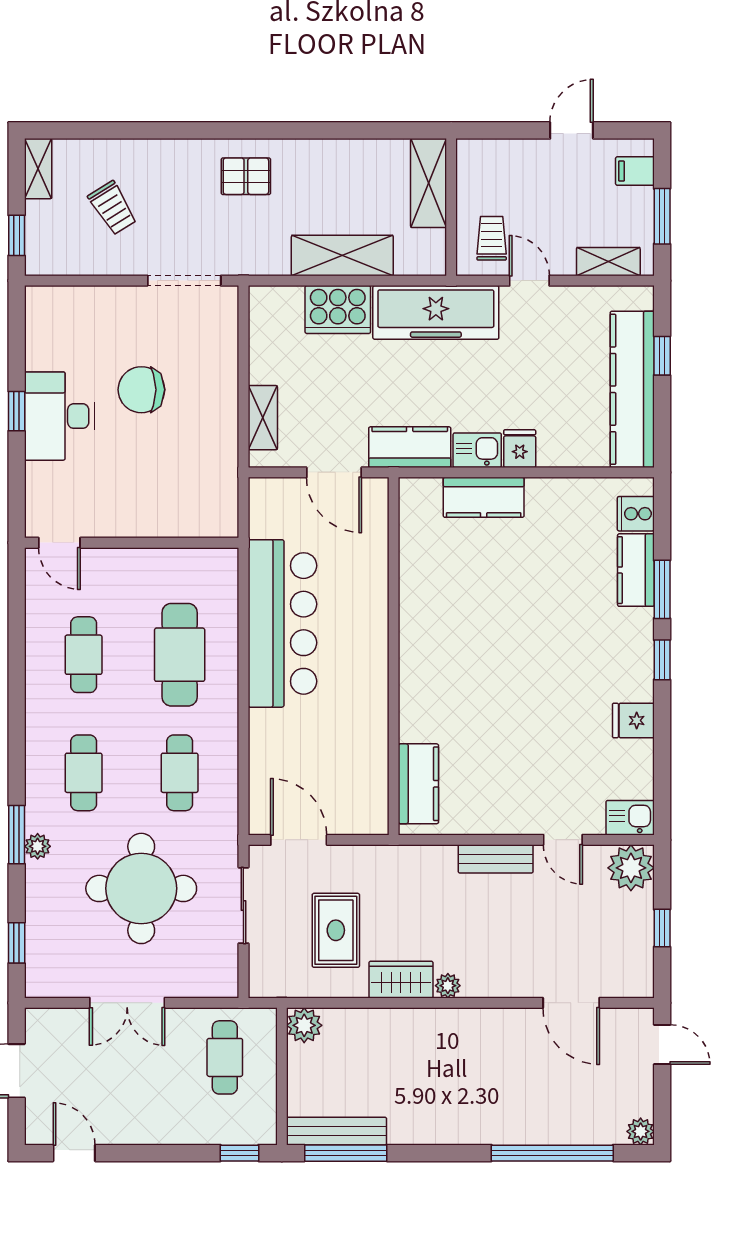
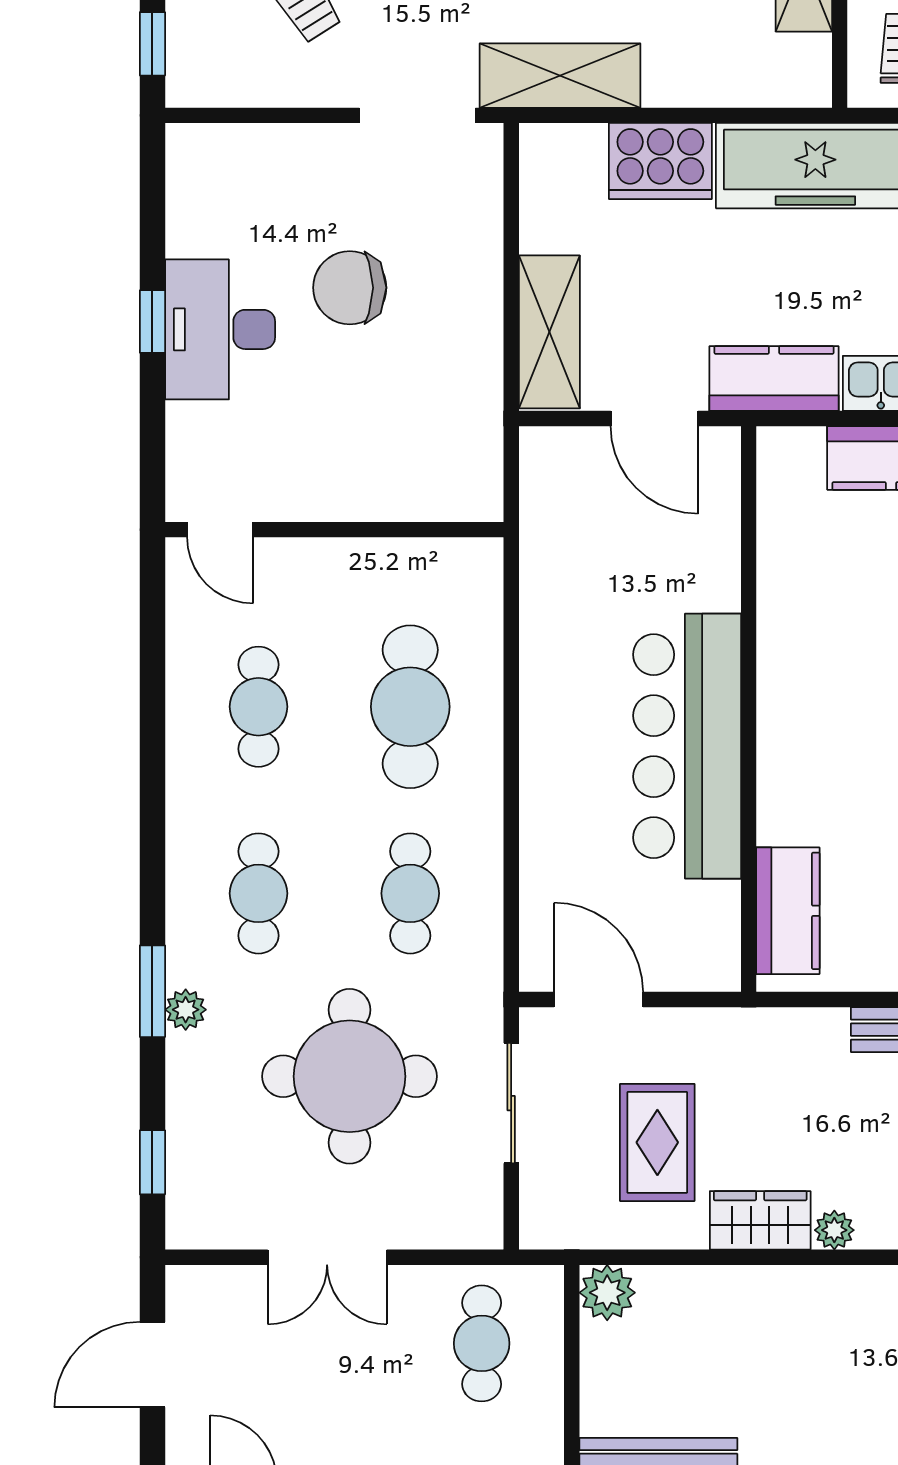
shelving: (342, 256) -> (560, 76), moved
shelving: (263, 418) -> (549, 332), width x1.50, depth x1.33
bar counter: (282, 623) -> (687, 746), moved, turned 180

